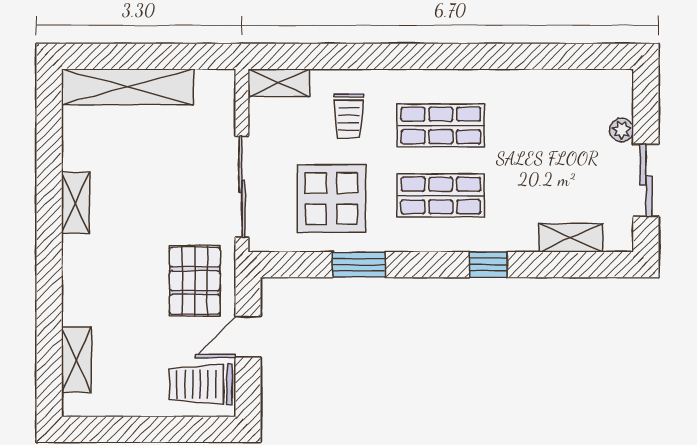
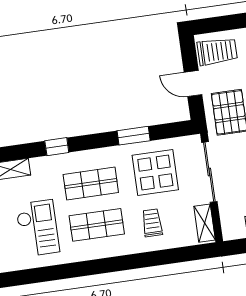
shelving: (279, 83) -> (205, 223), moved, turned 90
checkout: (540, 134) -> (38, 228), added
door: (248, 337) -> (193, 84), swing flipped

